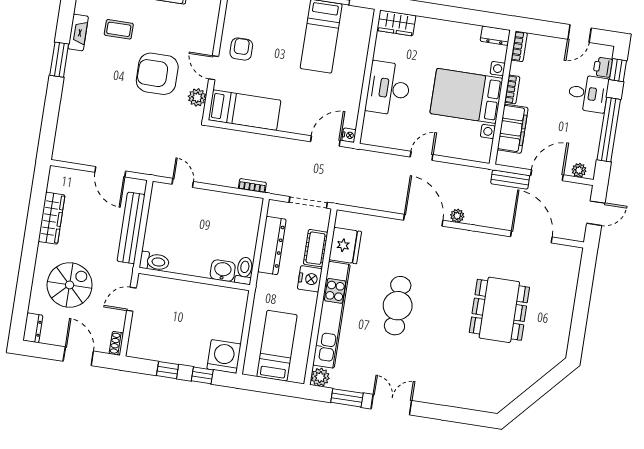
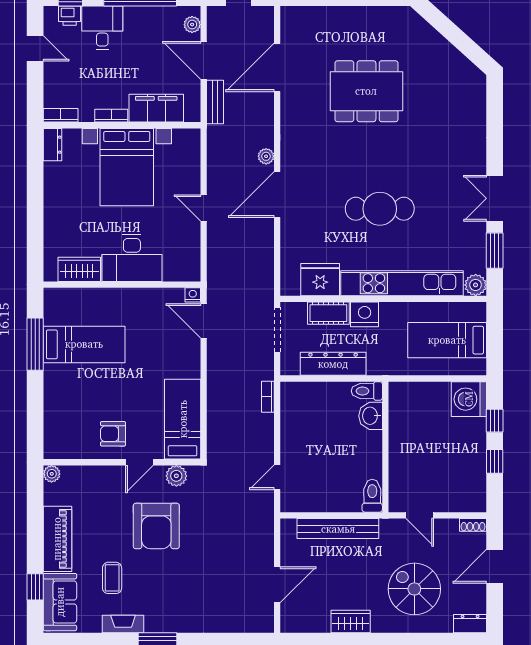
wardrobe: (396, 23) -> (79, 269), moved, turned -90
door: (110, 172) -> (277, 585), moved
wardrobe: (52, 218) -> (351, 621), width x0.67

